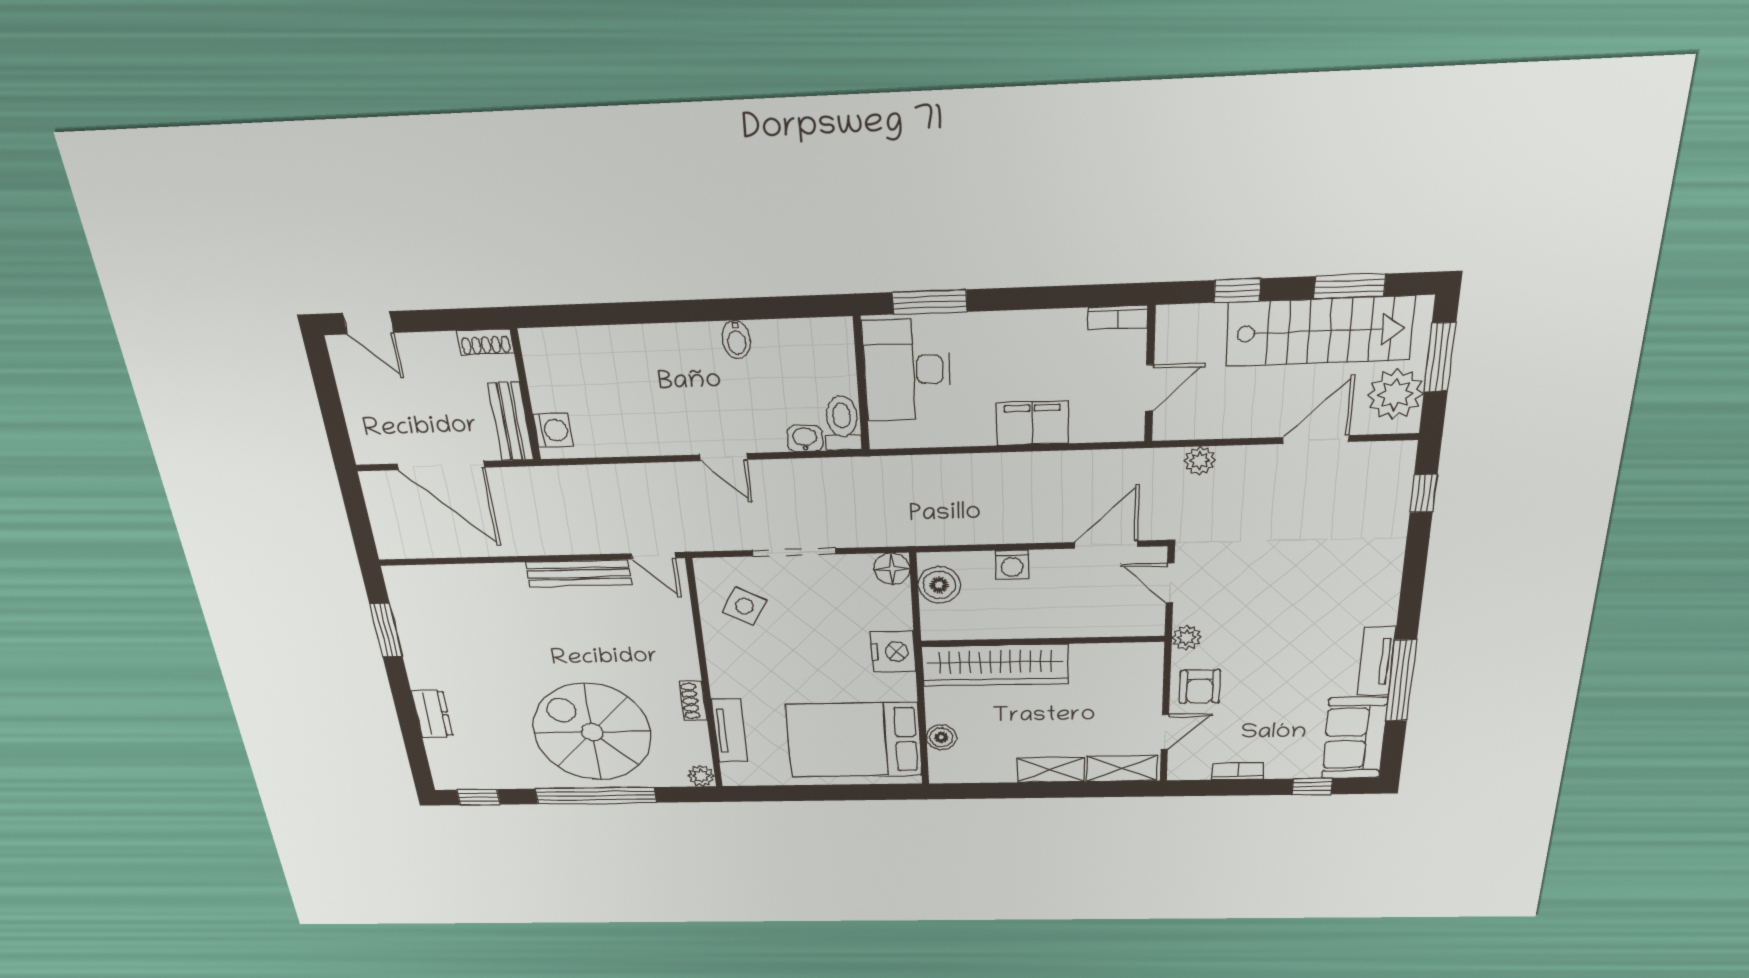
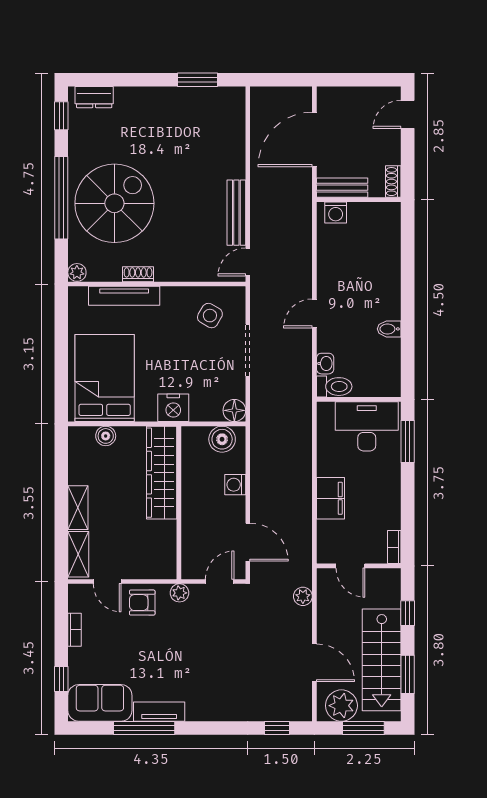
dresser: (432, 714) -> (94, 97), moved
tv unit: (730, 731) -> (124, 296), width x1.41

